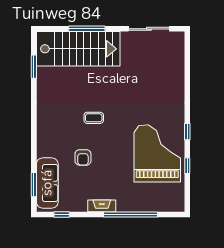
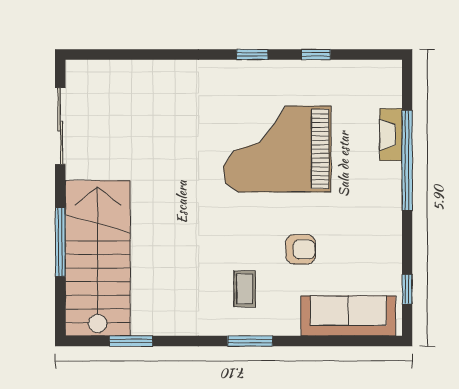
coffee table: (94, 118) -> (245, 289), moved
grand piano: (157, 153) -> (277, 149), moved
window: (34, 185) -> (250, 341), moved
fireplace: (102, 206) -> (391, 135), moved

